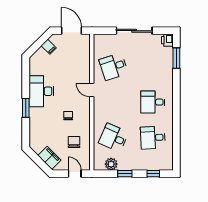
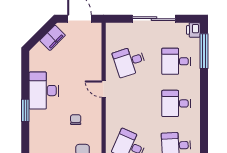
filing cabinet: (49, 47) -> (53, 38), width x2.00
window: (176, 58) -> (204, 51), width x1.44
desk: (153, 67) -> (176, 61), added

